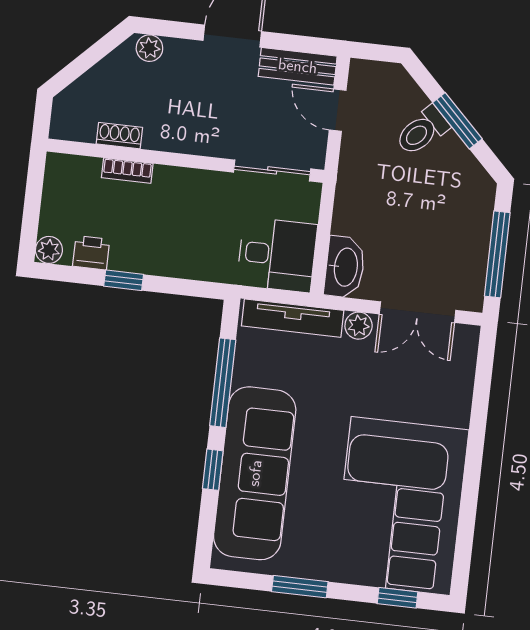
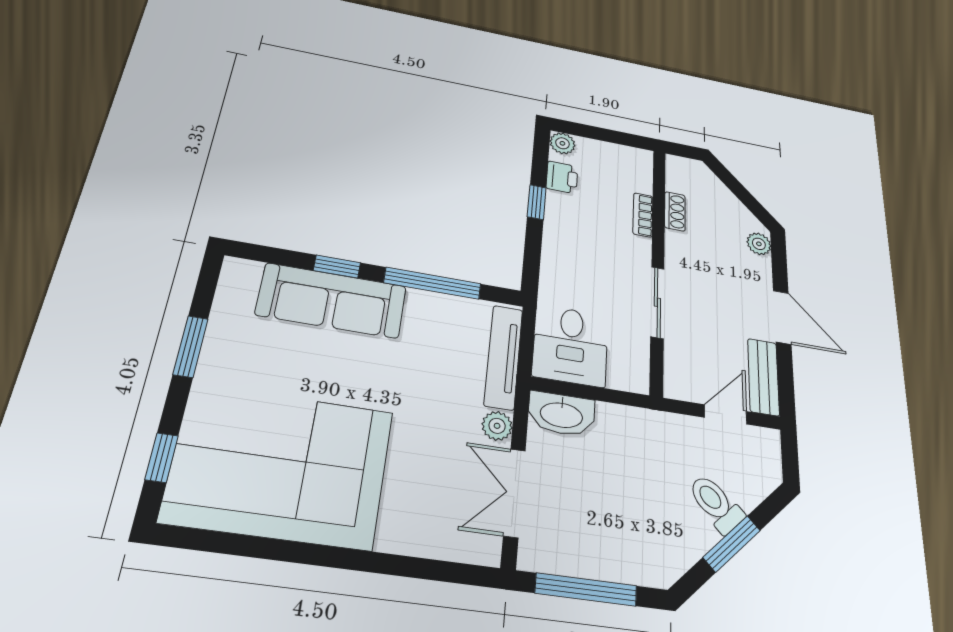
sliding door: (272, 170) -> (657, 302), moved
sofa: (255, 473) -> (332, 301), width x0.74, depth x0.79

